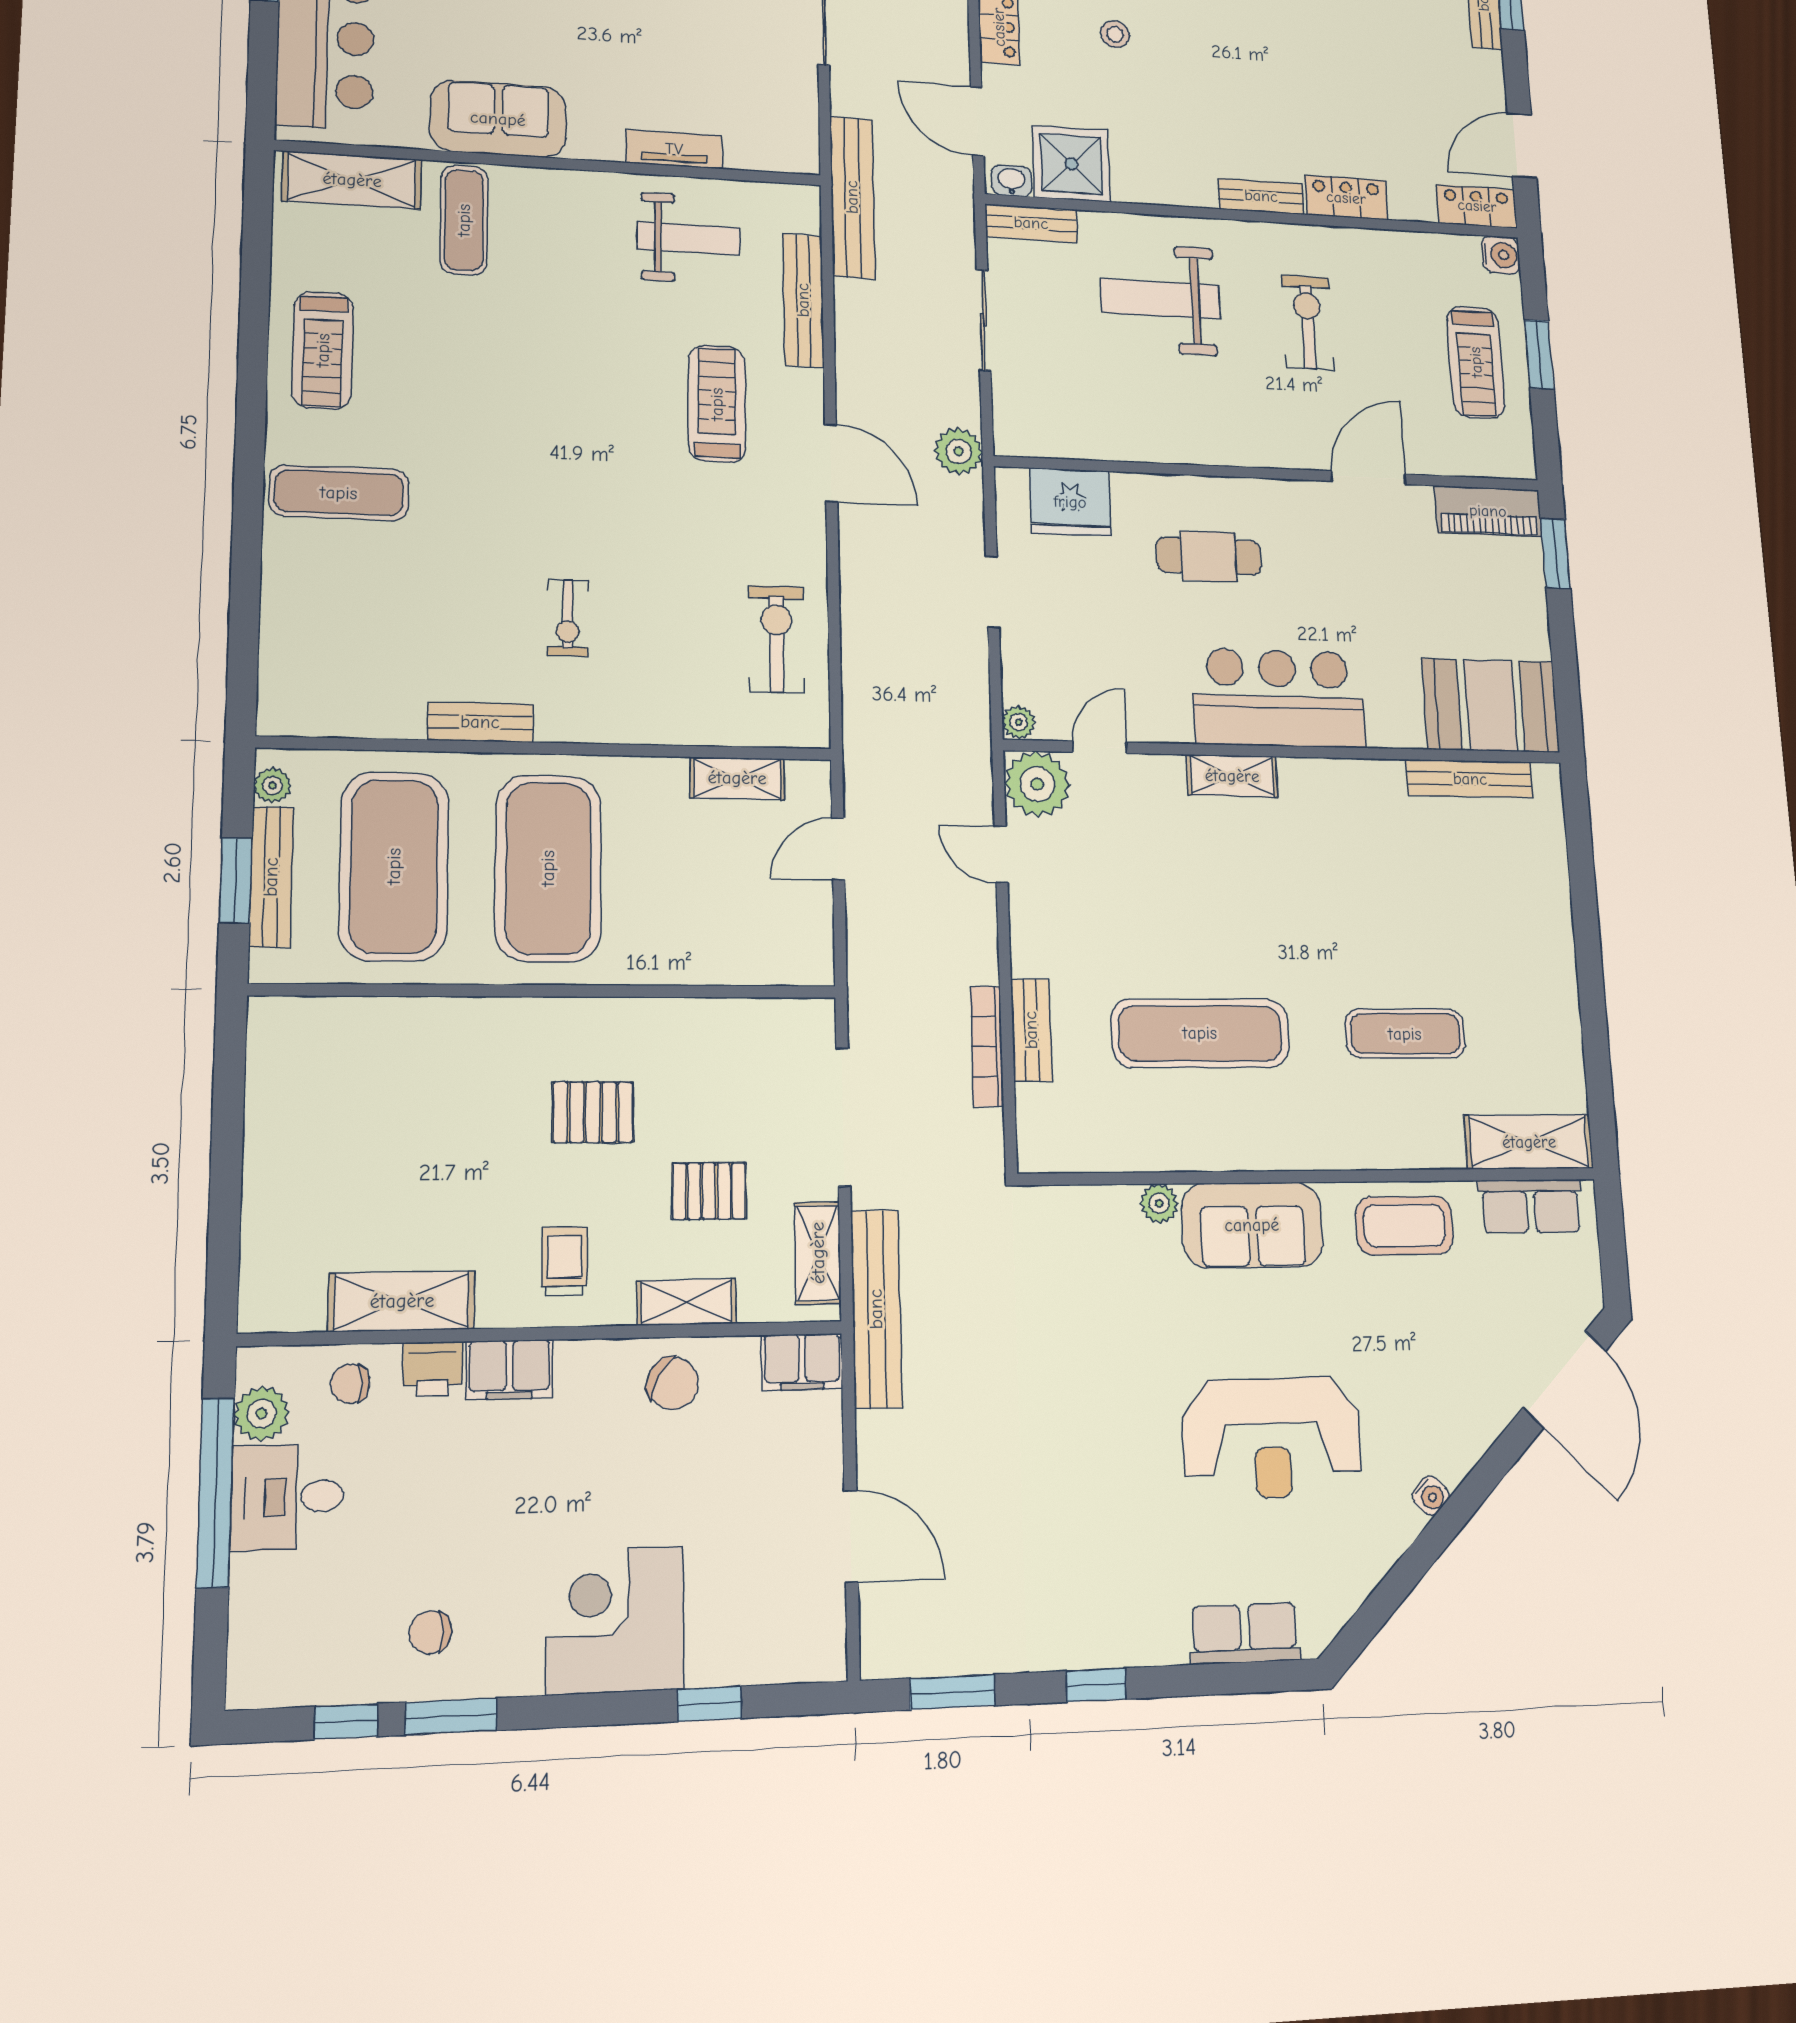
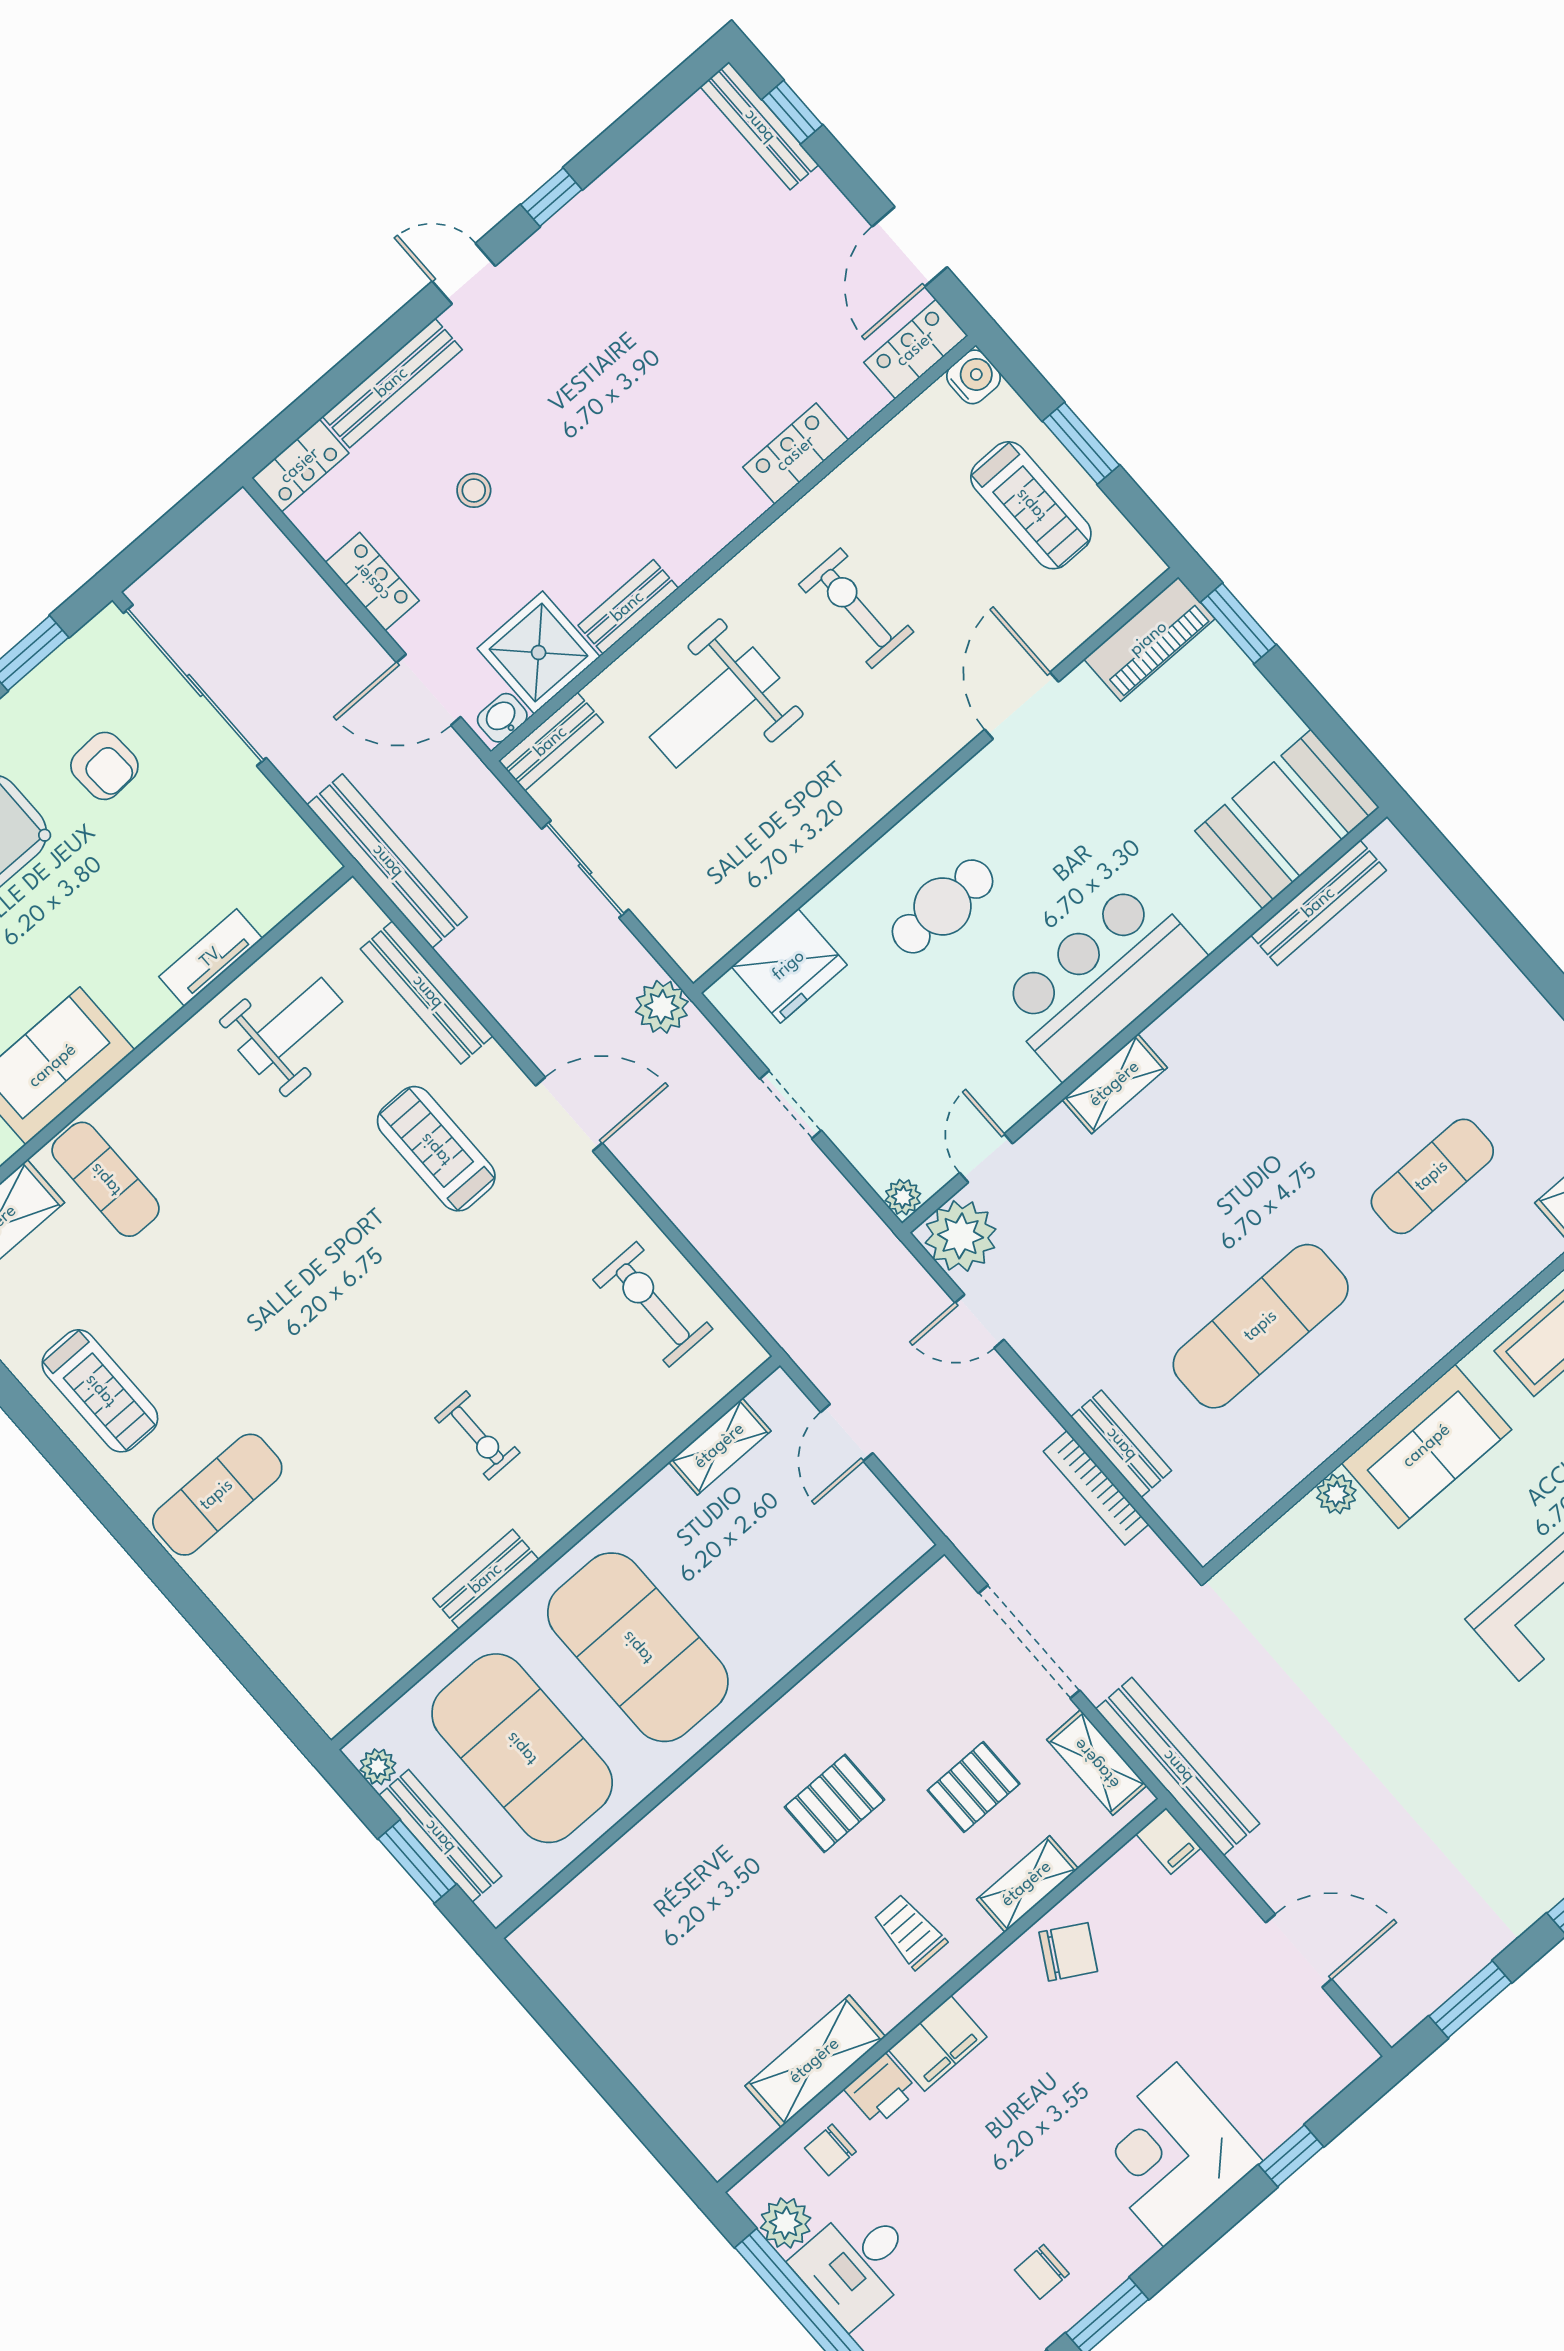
bench: (1261, 196) -> (628, 607), moved
filing cabinet: (802, 1362) -> (1168, 1841), width x0.50

